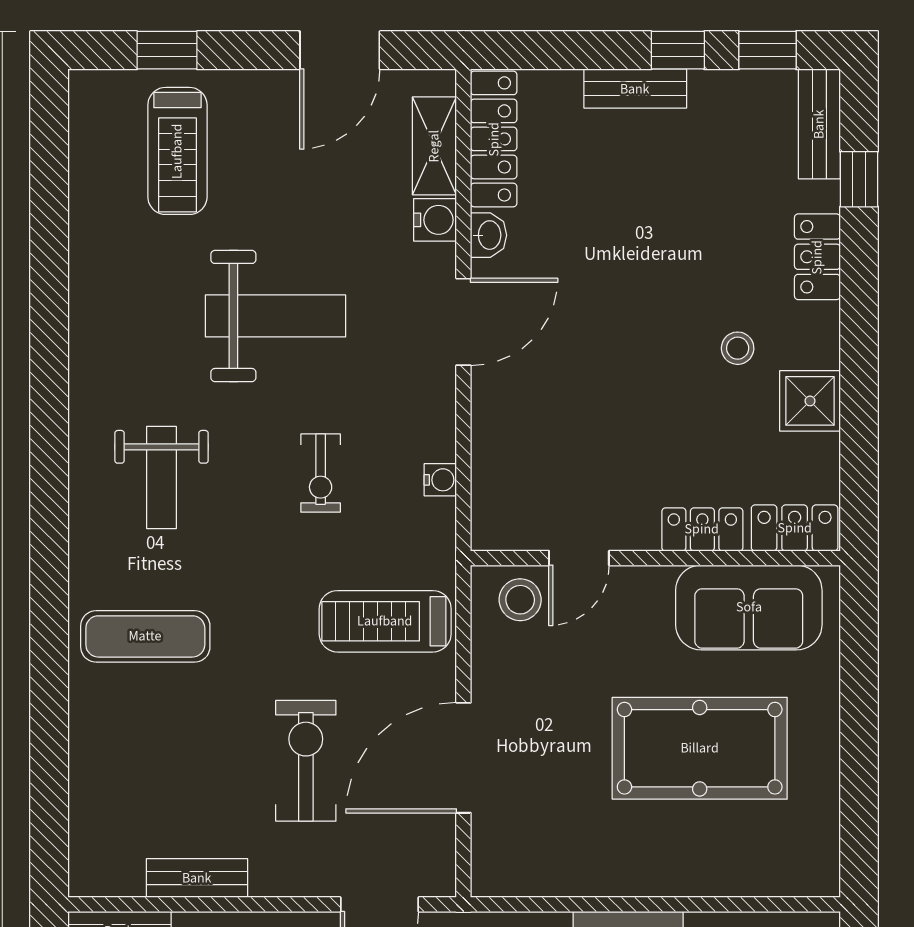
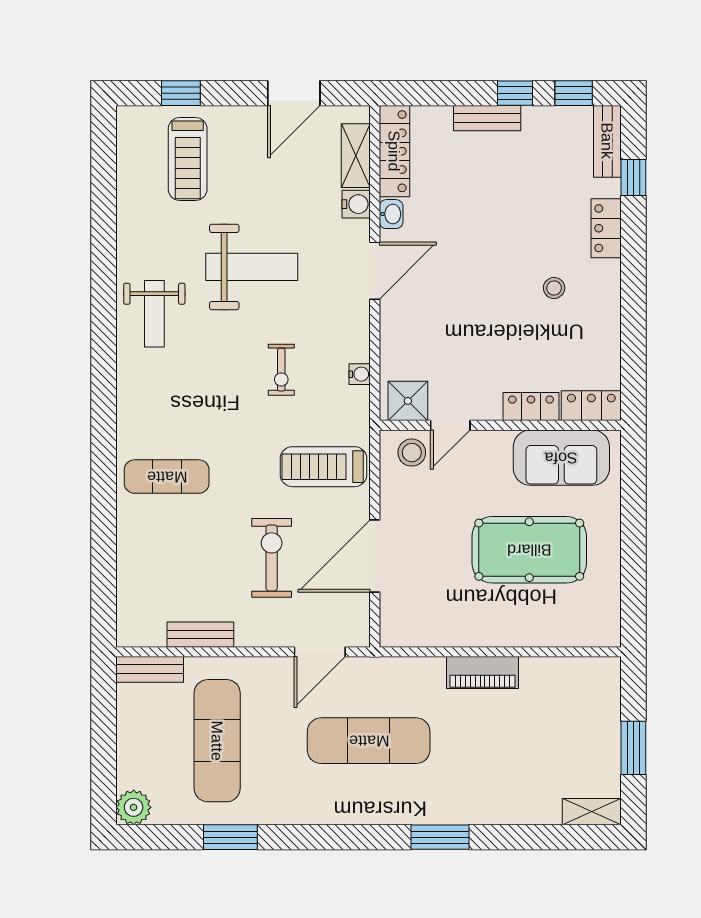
shower: (810, 401) -> (408, 401), moved
weight bench: (162, 477) -> (154, 314), moved

